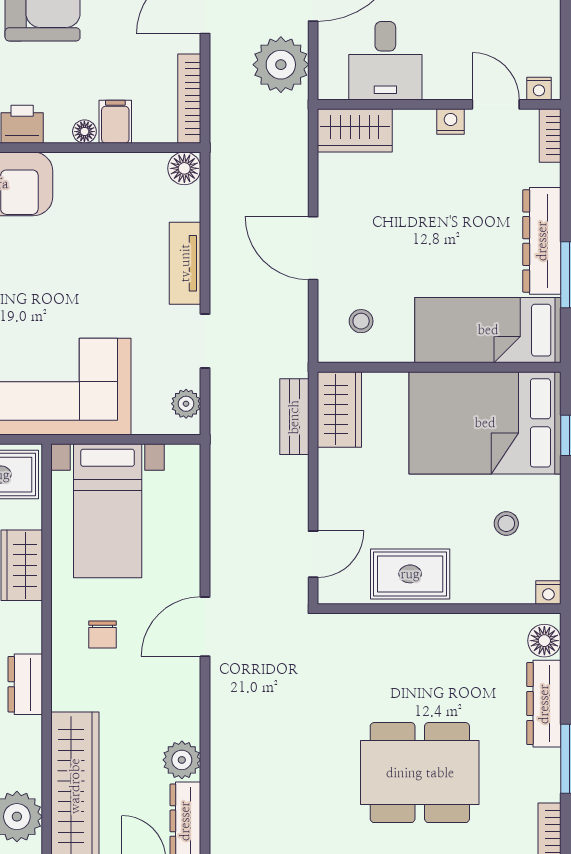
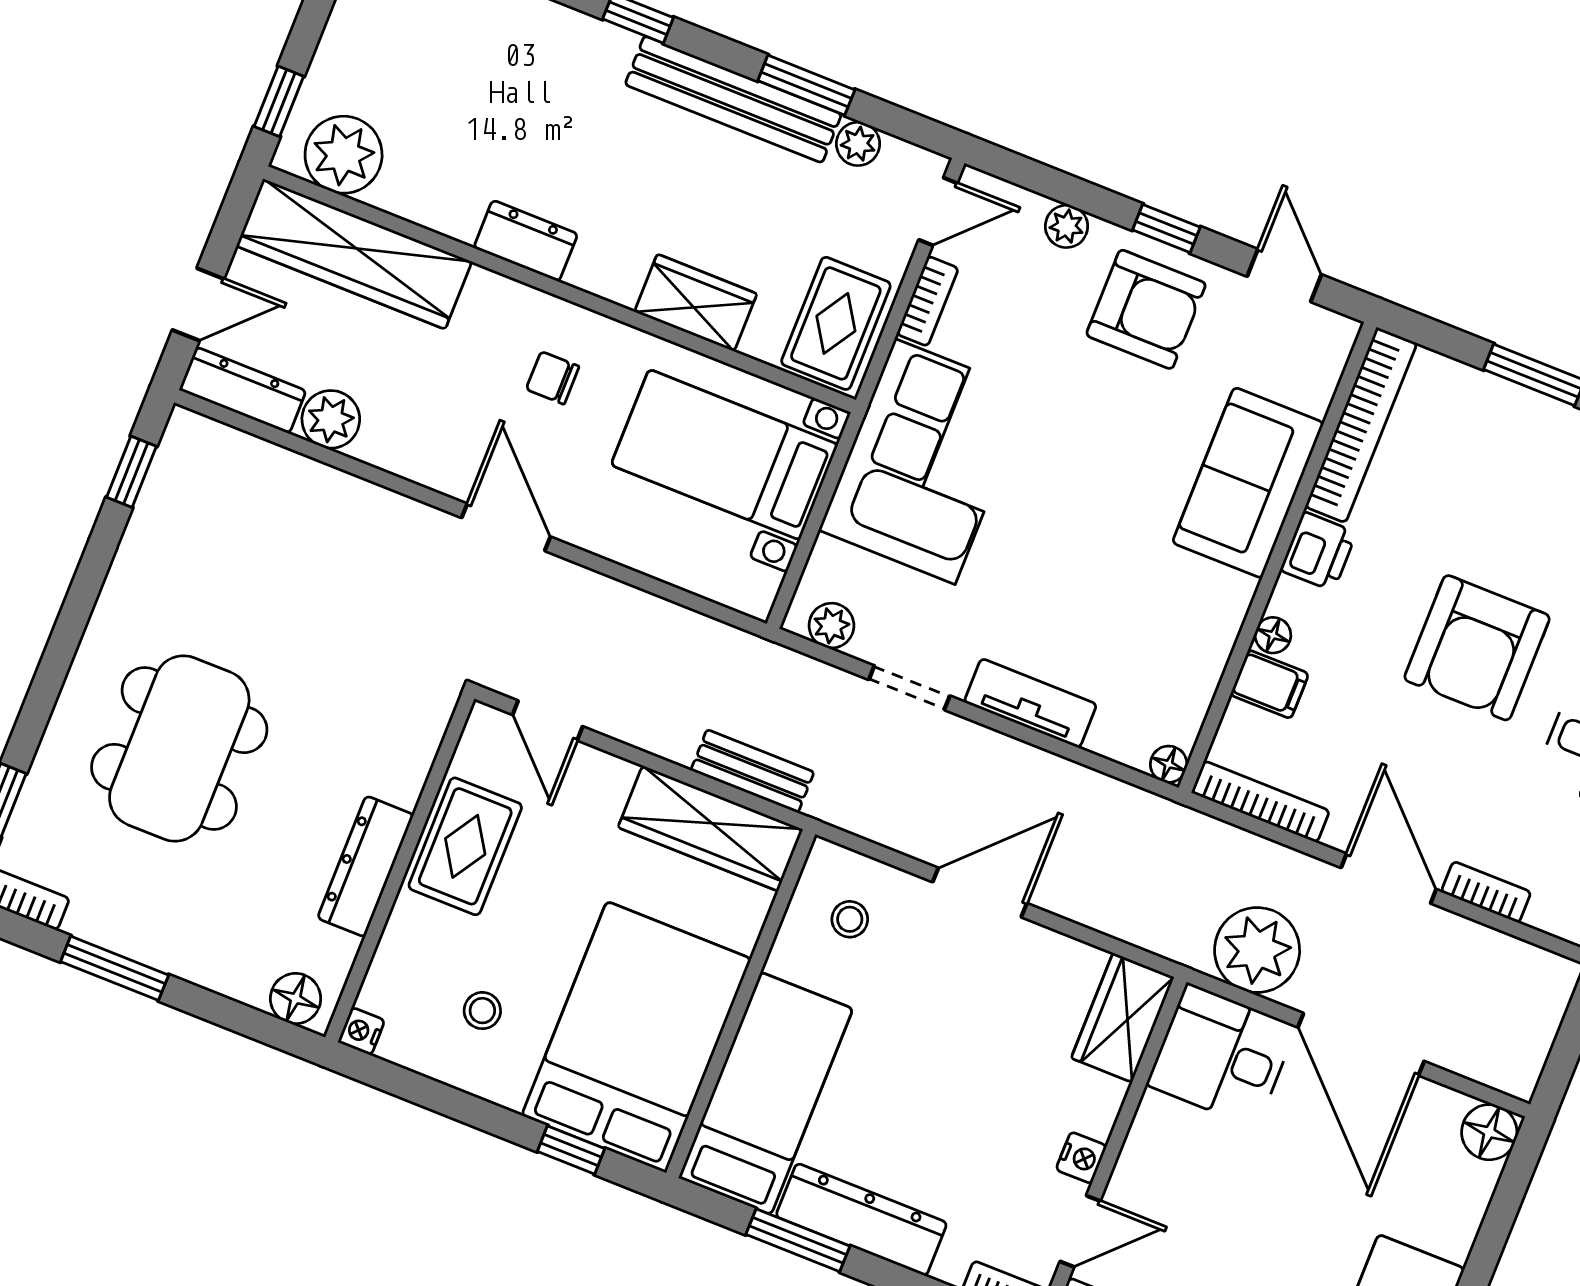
desk: (385, 61) -> (1222, 1055), moved
floor lamp: (184, 168) -> (1169, 764), width x0.73, depth x0.73
wardrobe: (339, 410) -> (710, 828), width x1.50
dresser: (544, 704) -> (366, 866), moved, turned -90

